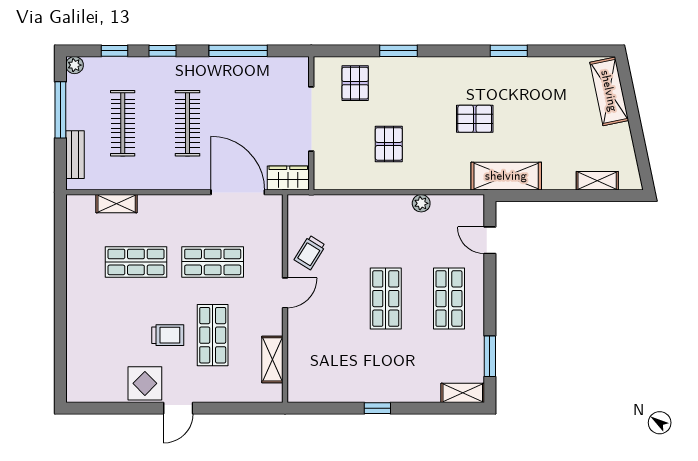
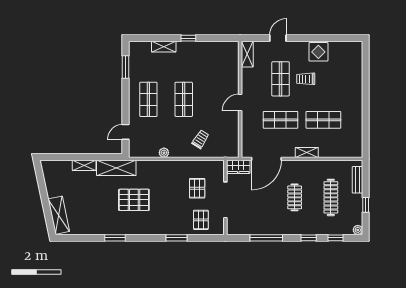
window: (60, 110) -> (366, 205), width x0.46
pallet: (475, 119) -> (134, 200), width x1.50, depth x1.42
clothes rail: (187, 123) -> (295, 197), width x0.73
pallet: (389, 144) -> (197, 188), moved
shelving: (597, 181) -> (84, 165), moved
door: (238, 192) -> (266, 159), hinge flipped
shelving: (117, 204) -> (307, 152), moved
door: (490, 240) -> (125, 132), swing flipped
trolley: (310, 252) -> (200, 139), moved
shelving: (272, 359) -> (247, 54), moved
shelving: (463, 393) -> (164, 47), moved
door: (178, 408) -> (278, 38), moved

